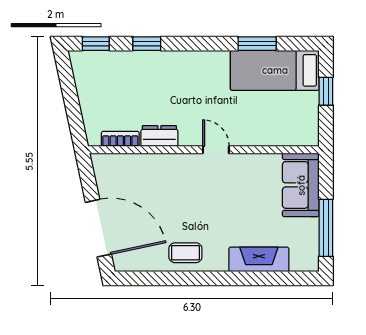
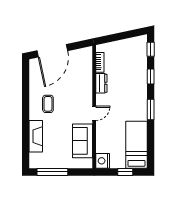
window: (257, 44) -> (151, 110), moved
nightstand: (305, 134) -> (103, 161), added
sofa: (301, 185) -> (83, 141), moved, turned -90
coffee table: (185, 253) -> (48, 104), moved

